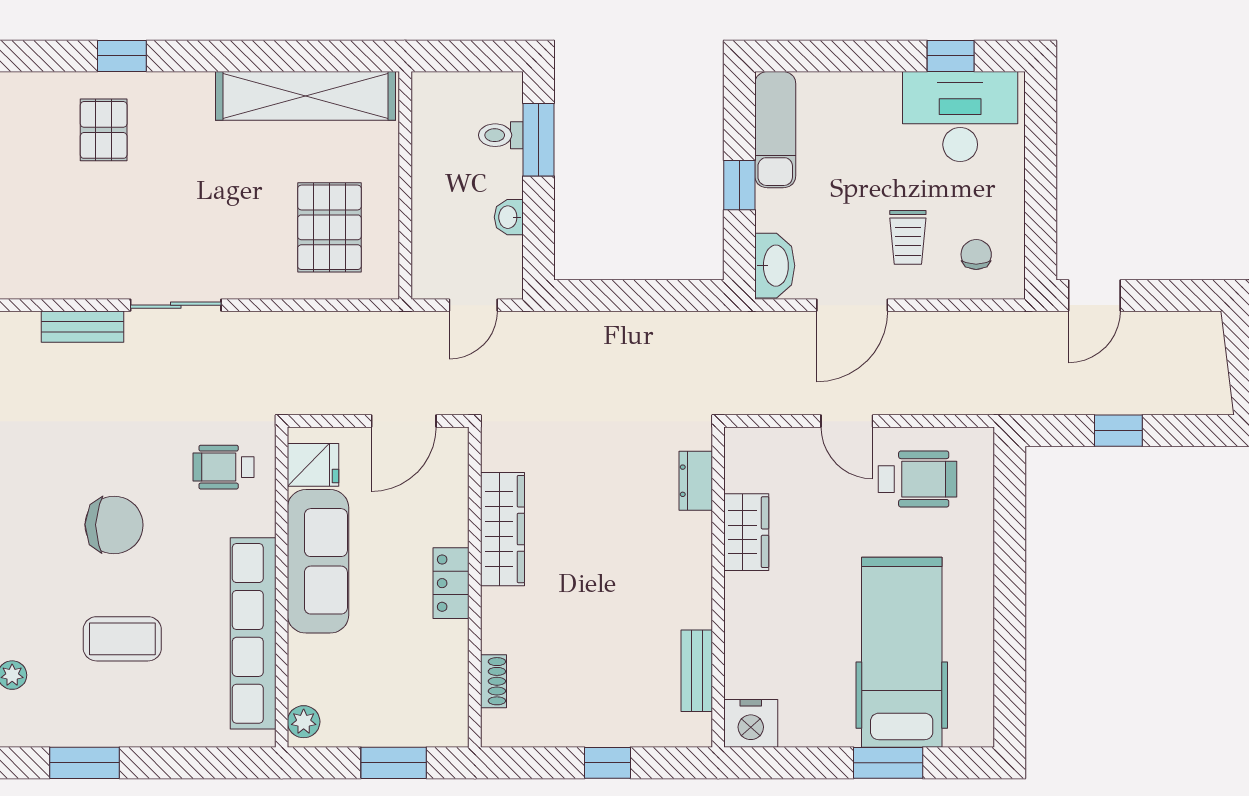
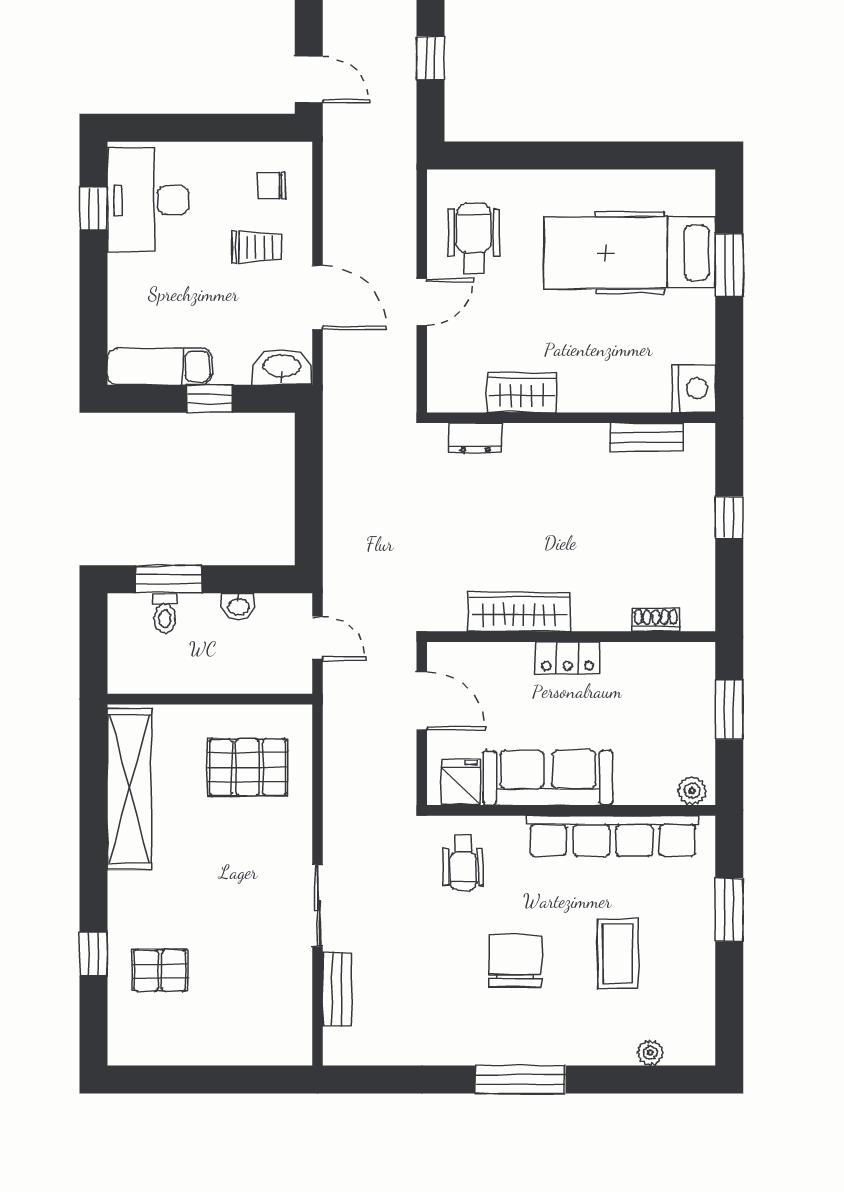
window: (85, 763) -> (729, 910), moved

